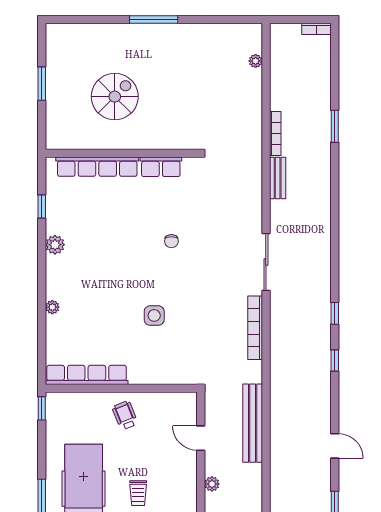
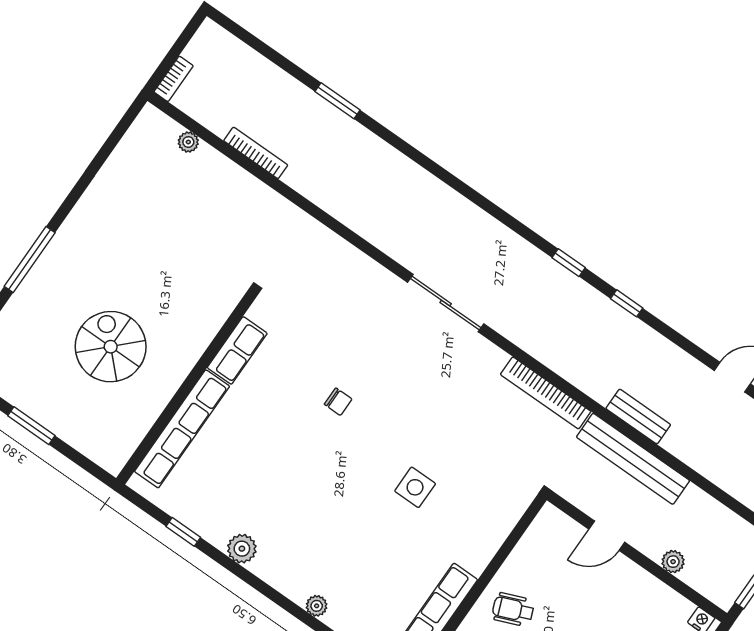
window: (154, 19) -> (30, 260), moved
bookcase: (316, 29) -> (174, 79), moved
bookcase: (275, 133) -> (256, 153), moved
bench: (278, 178) -> (638, 417), moved
bookcase: (255, 328) -> (546, 393), moved

